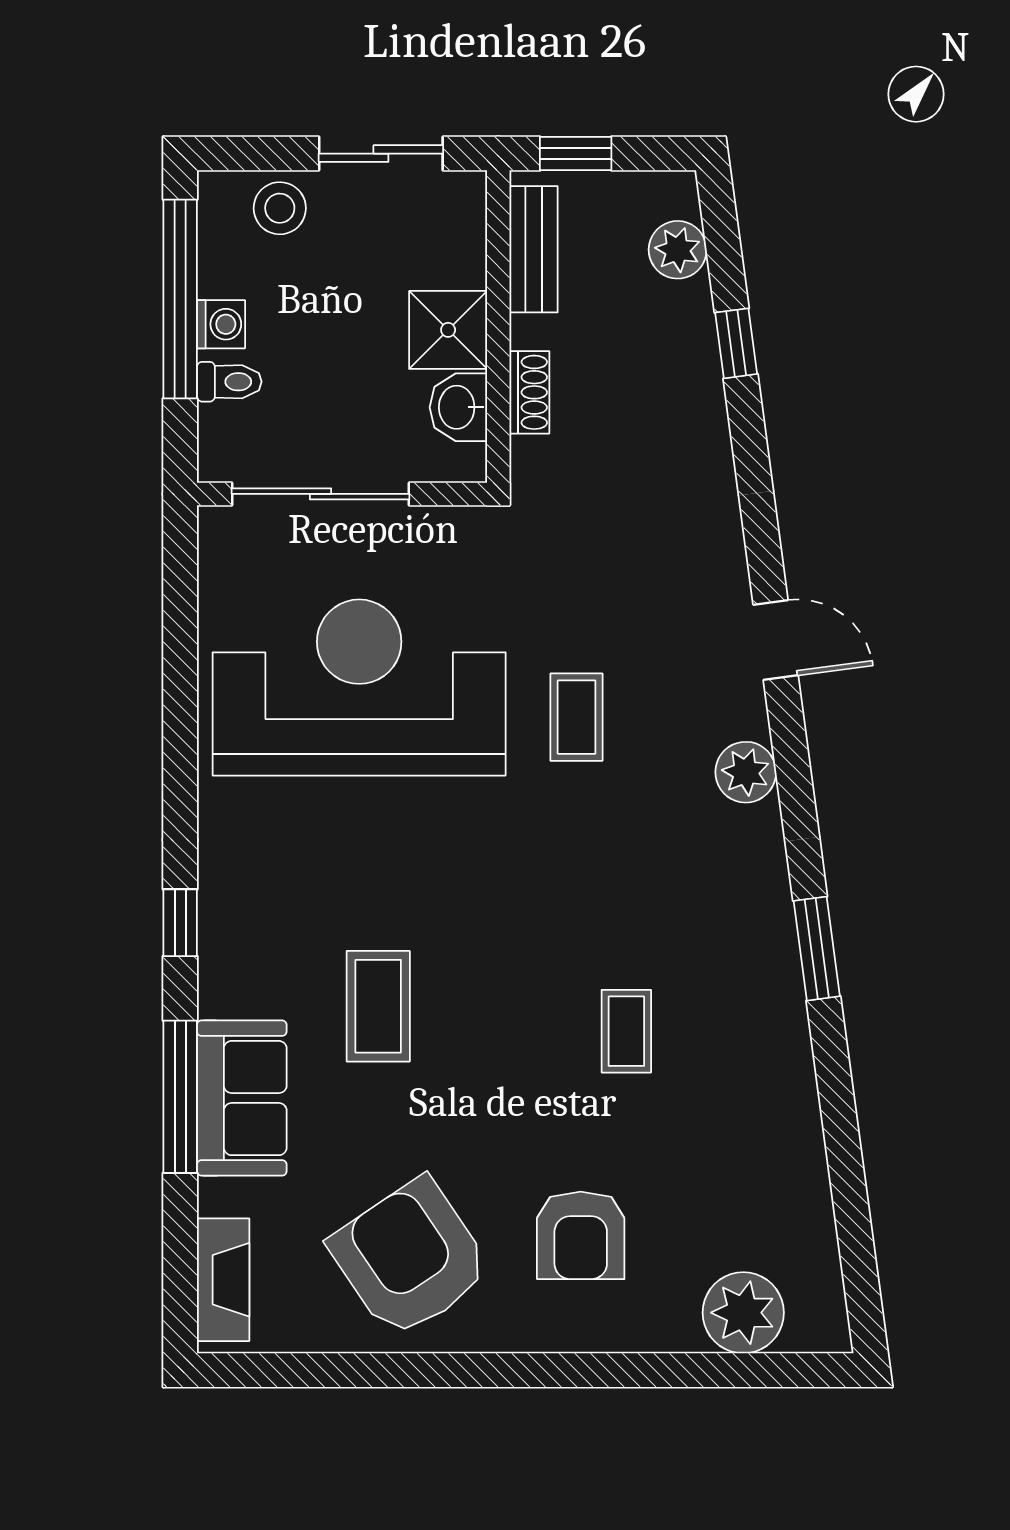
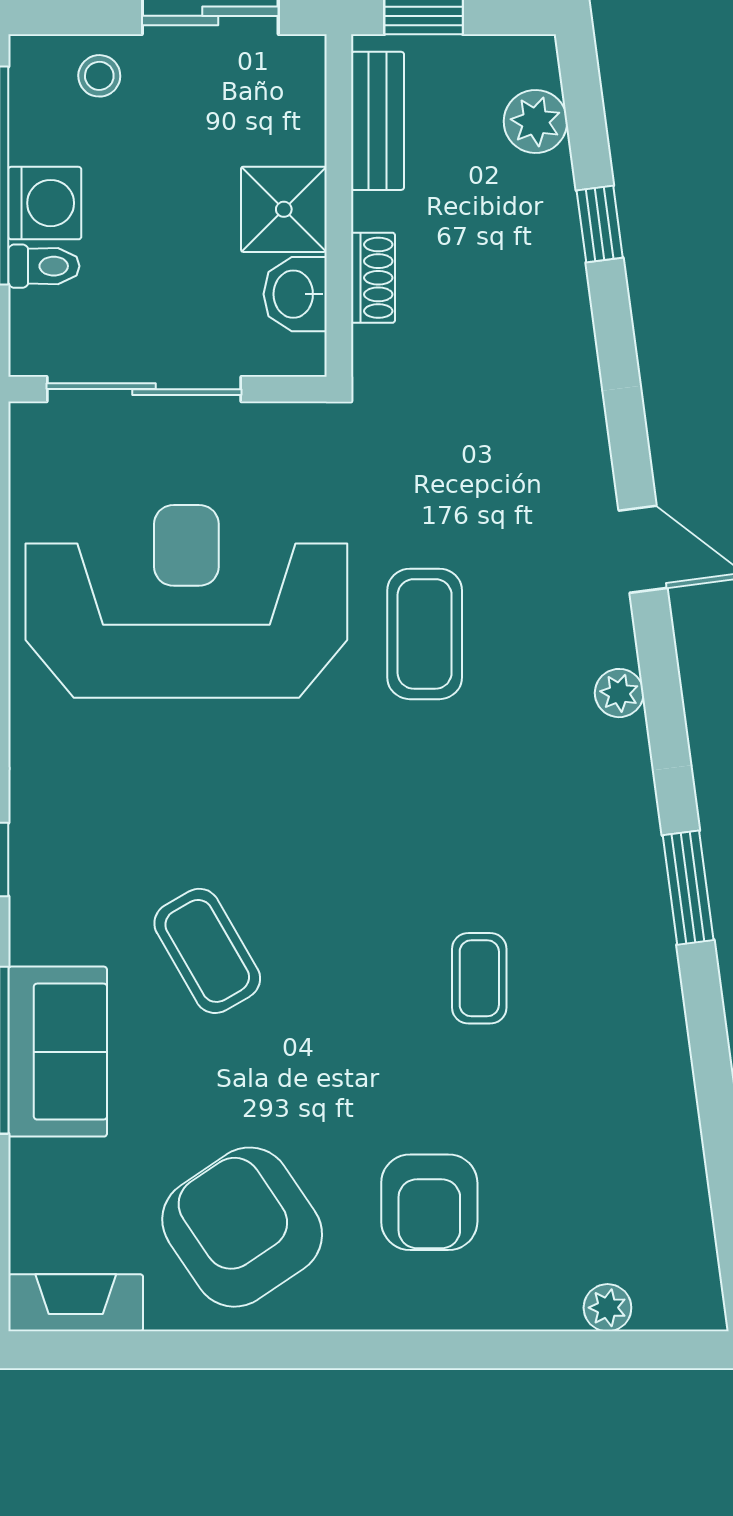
stool: (280, 208) -> (99, 76), width x0.73, depth x0.73
washing machine: (221, 324) -> (45, 203), width x1.38, depth x1.38
coffee table: (576, 717) -> (425, 634), width x1.36, depth x1.30
plant: (746, 772) -> (619, 693), width x0.73, depth x0.73
coffee table: (378, 1006) -> (207, 951), turned -30
fireplace: (223, 1280) -> (76, 1303), moved, turned -90
plant: (743, 1313) -> (607, 1308), width x0.53, depth x0.53

